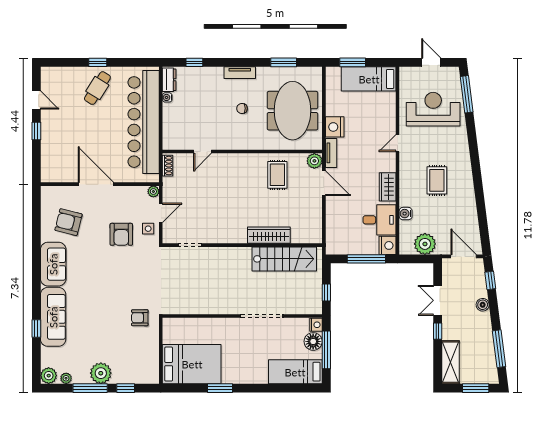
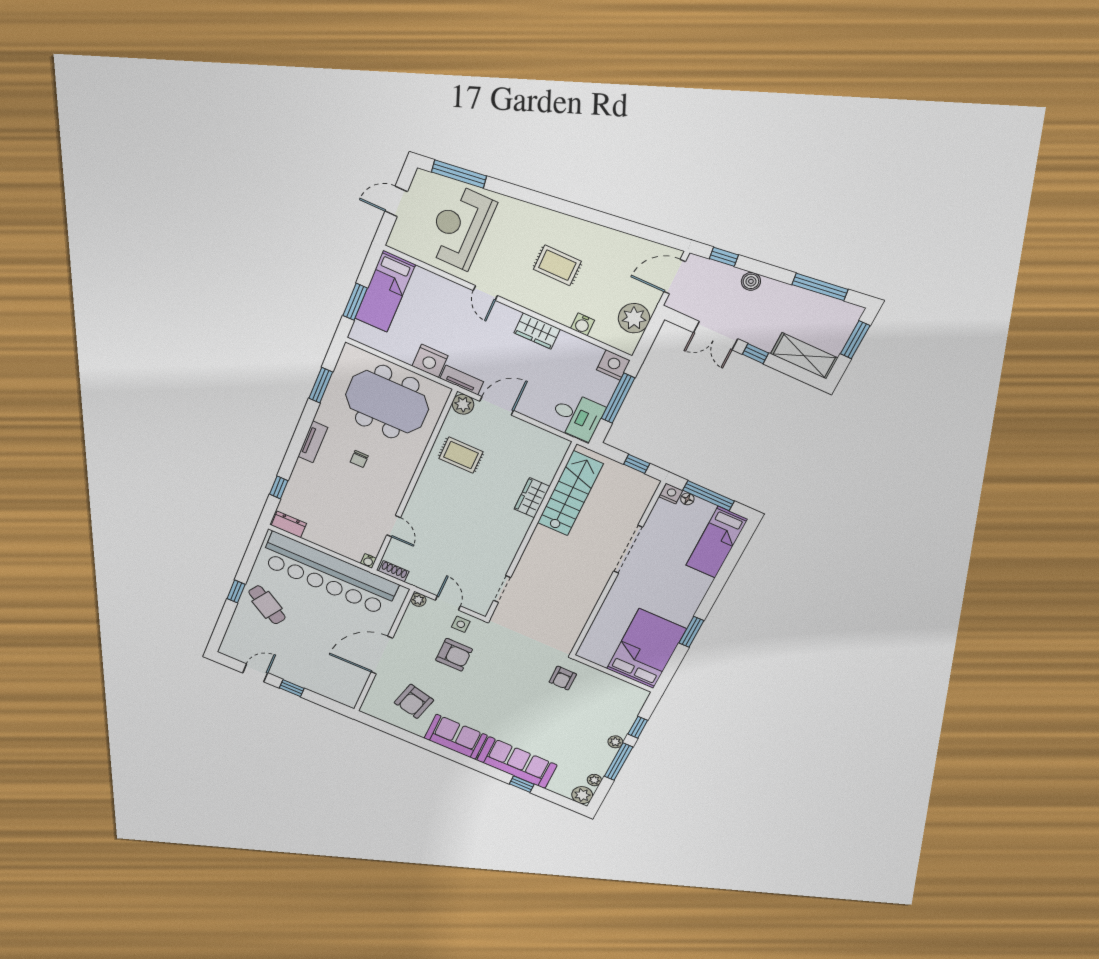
water cooler: (167, 97) -> (368, 561), moved
desk: (379, 220) -> (577, 416), moved, turned 90
wardrobe: (269, 235) -> (532, 498), width x0.67
floor lamp: (313, 341) -> (687, 499), width x0.53, depth x0.53
plant: (101, 373) -> (615, 742), width x0.53, depth x0.53

